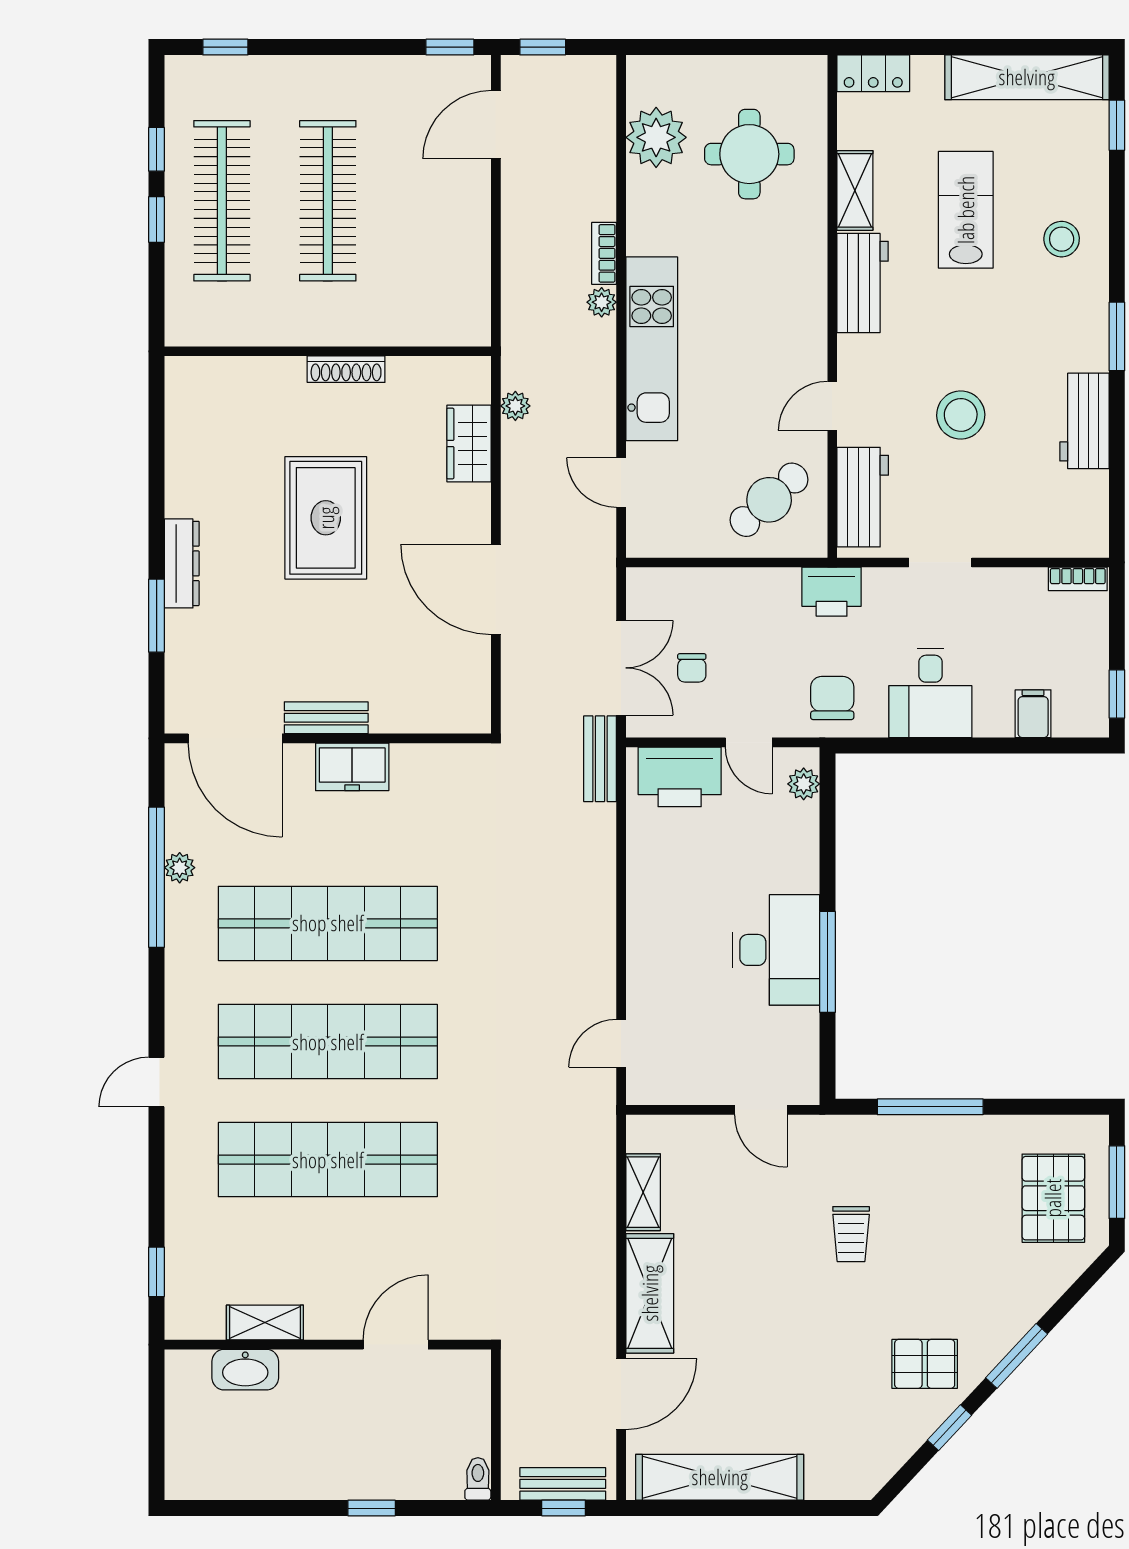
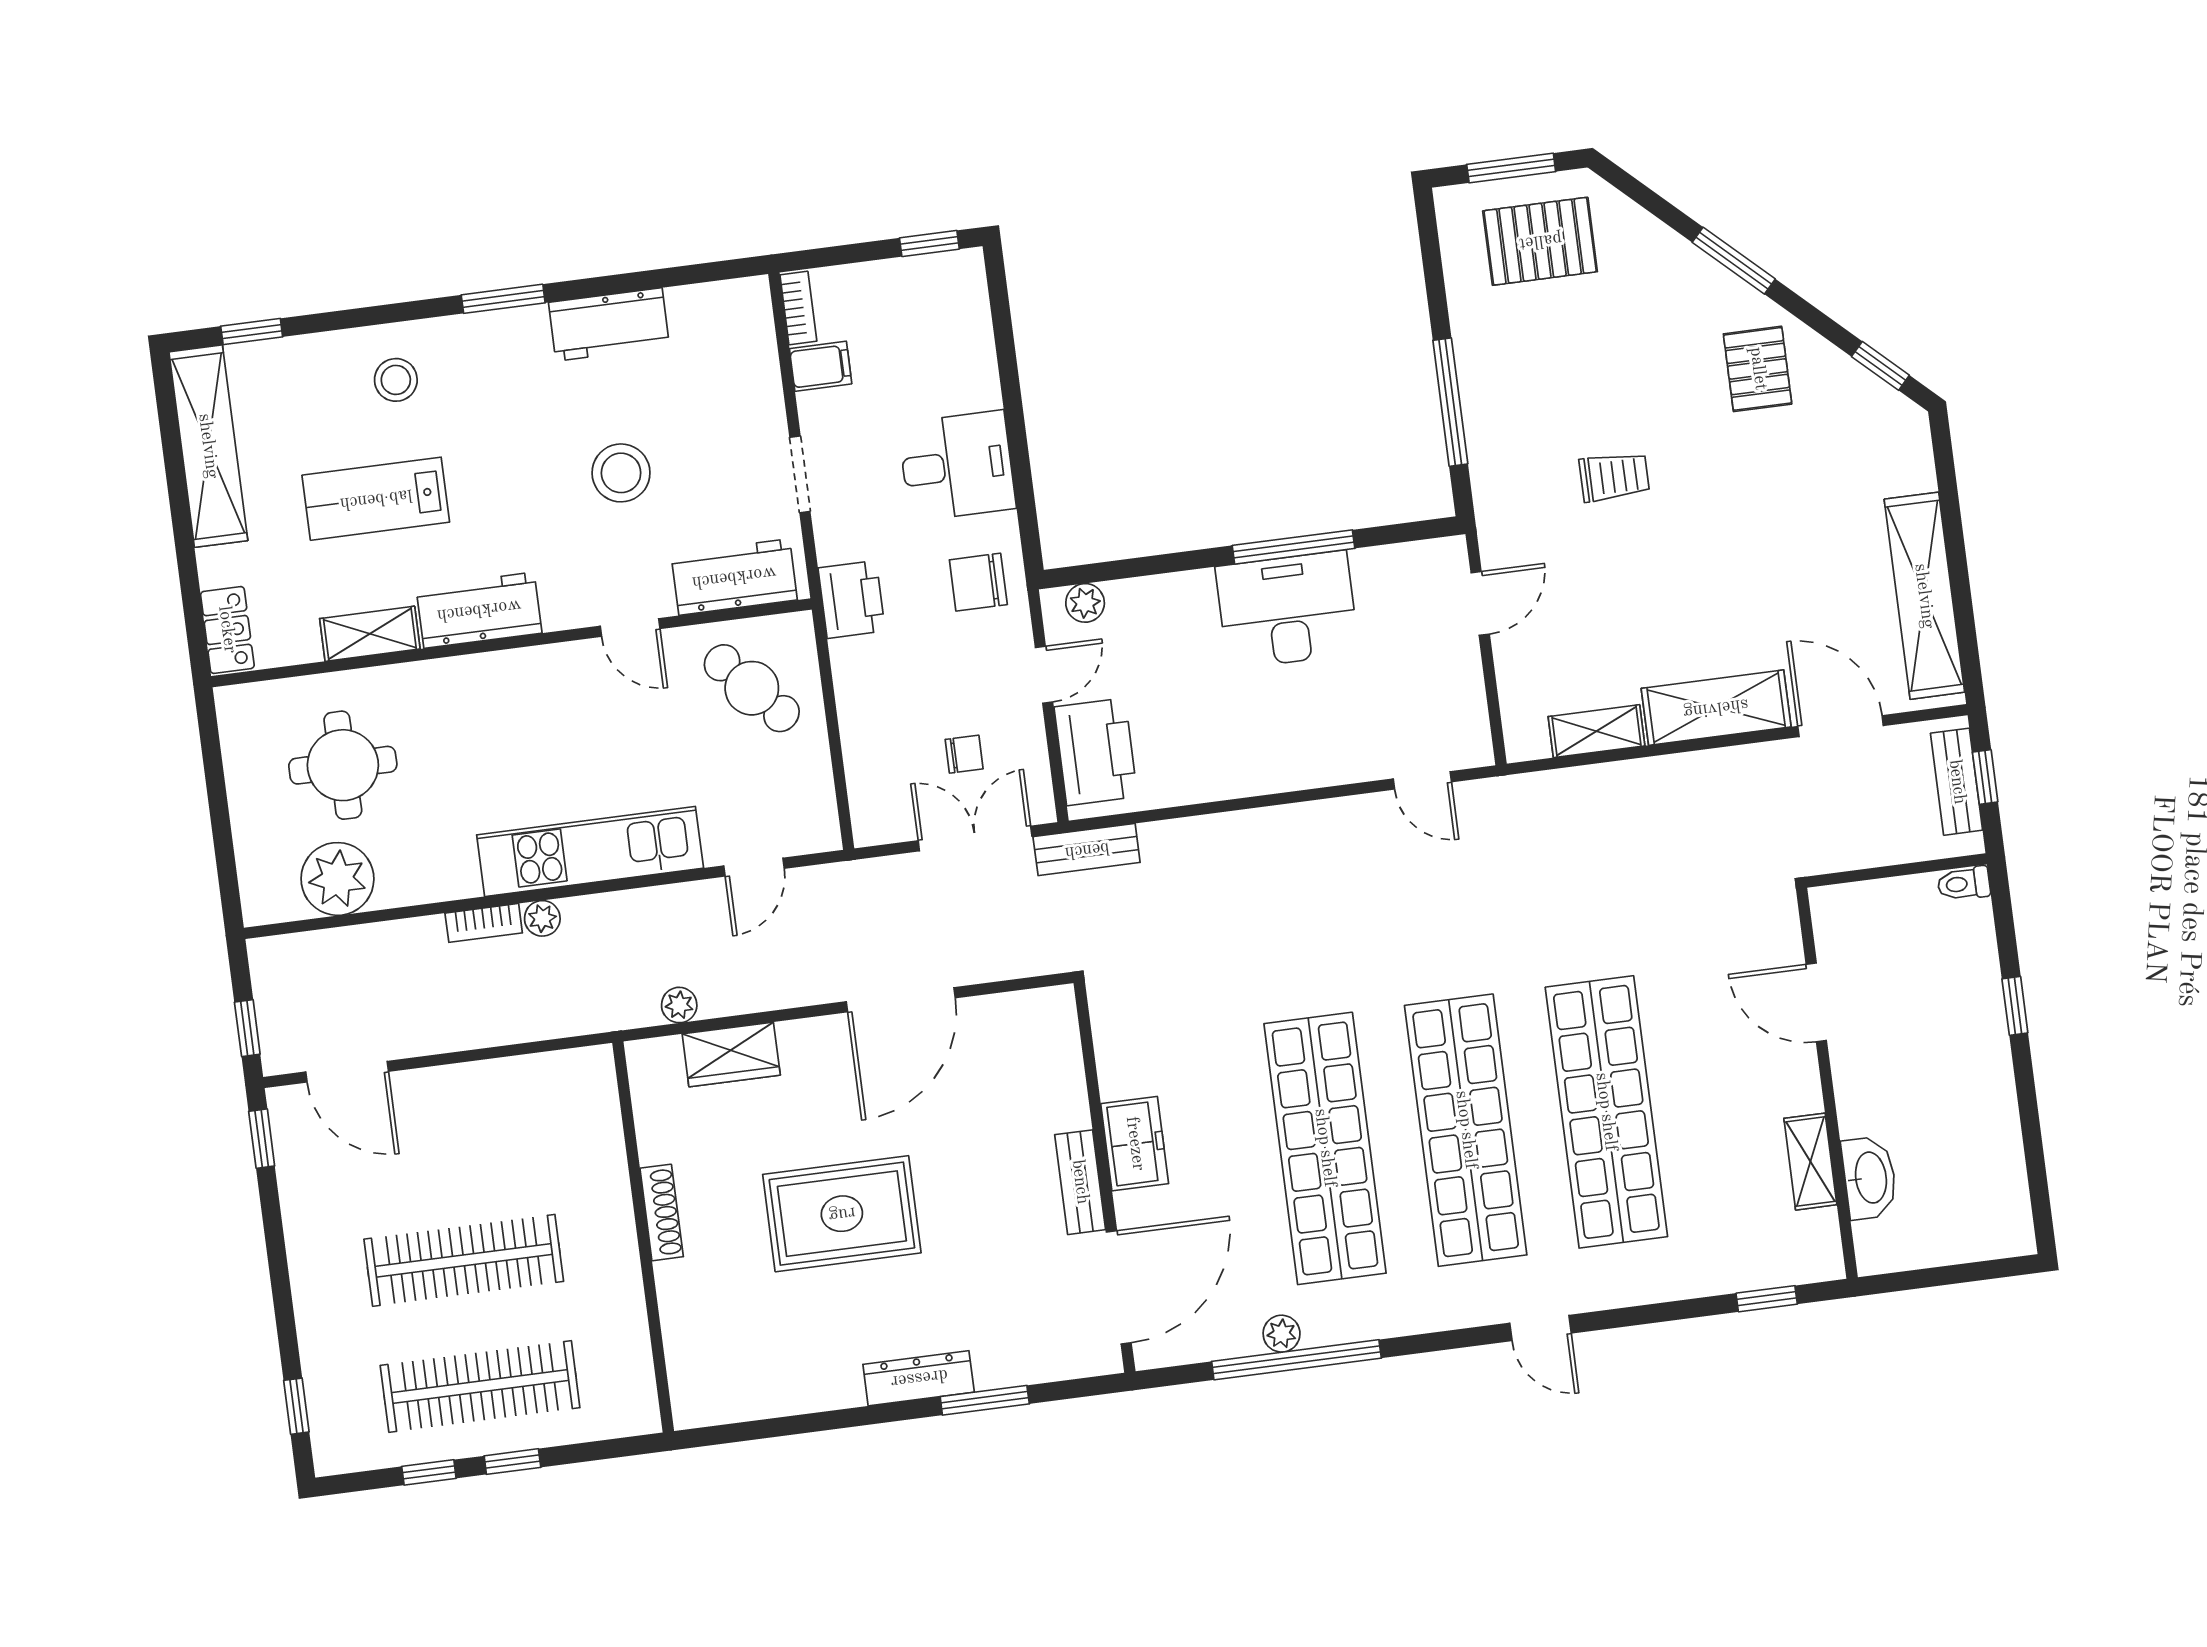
filing cabinet: (1033, 714) -> (821, 366), moved, turned 180
window: (950, 1428) -> (1880, 366), moved

